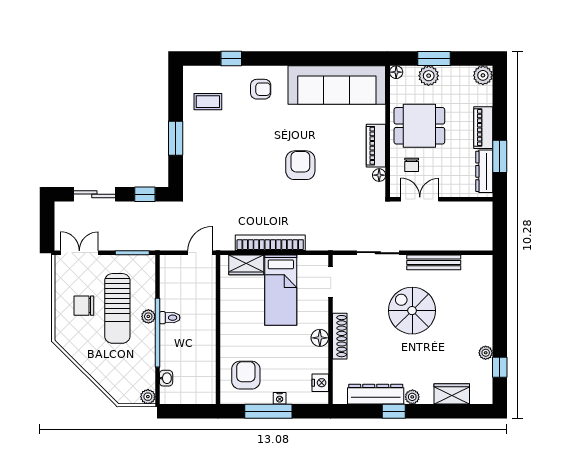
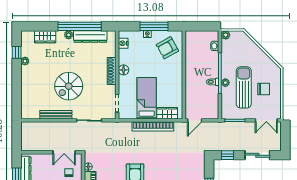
spiral stairs: (412, 311) -> (69, 86), turned 90
armchair: (246, 375) -> (167, 48), turned 61
window: (394, 411) -> (80, 26), width x3.17

